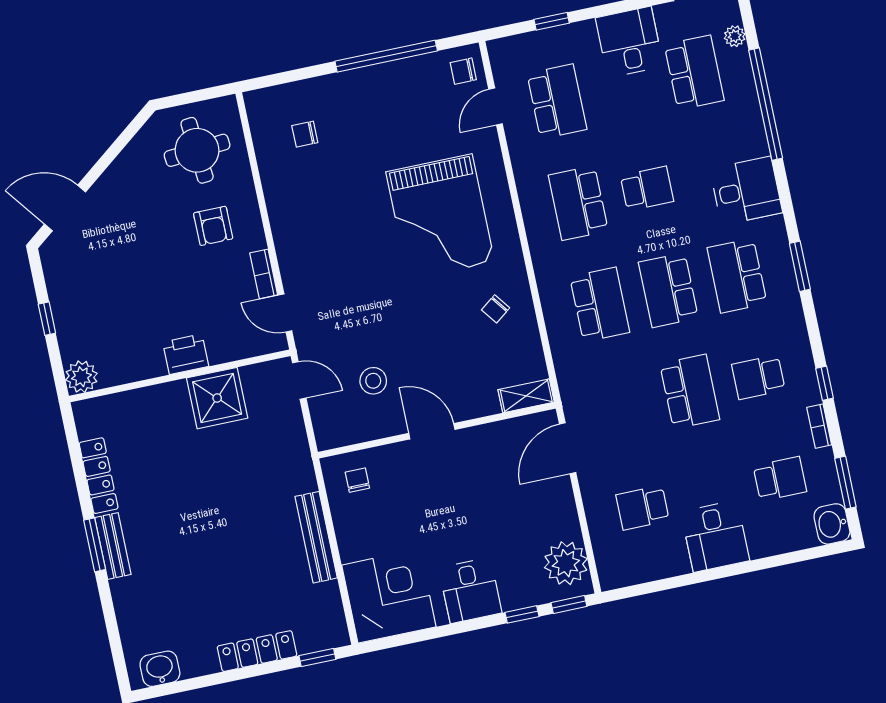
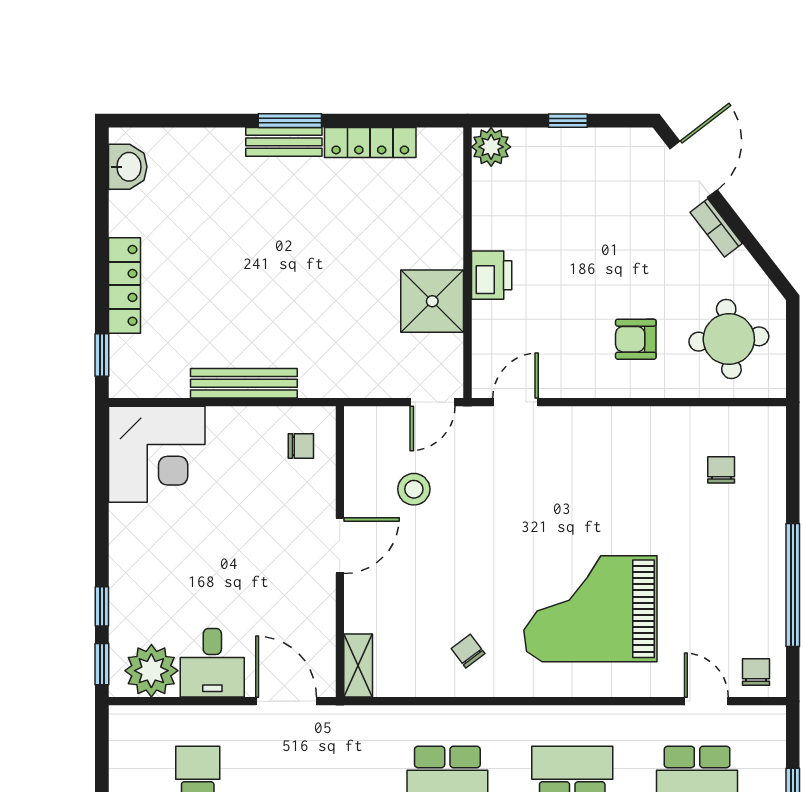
bookcase: (264, 274) -> (716, 228), moved, turned -128
desk: (470, 590) -> (212, 663), moved, turned -90

